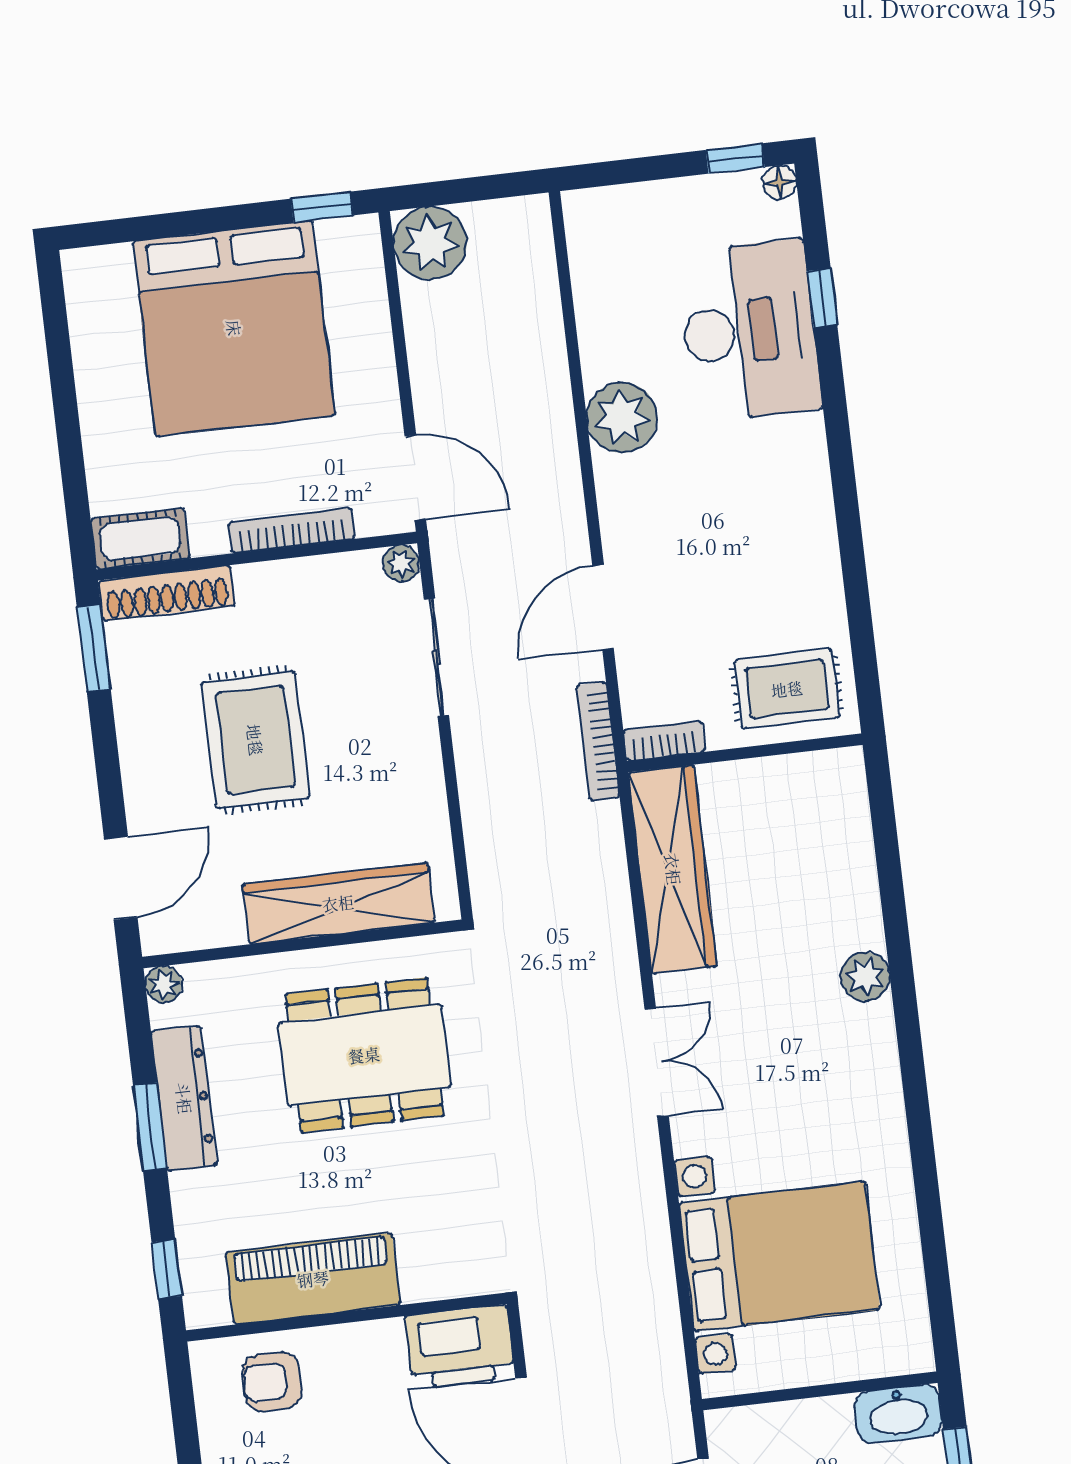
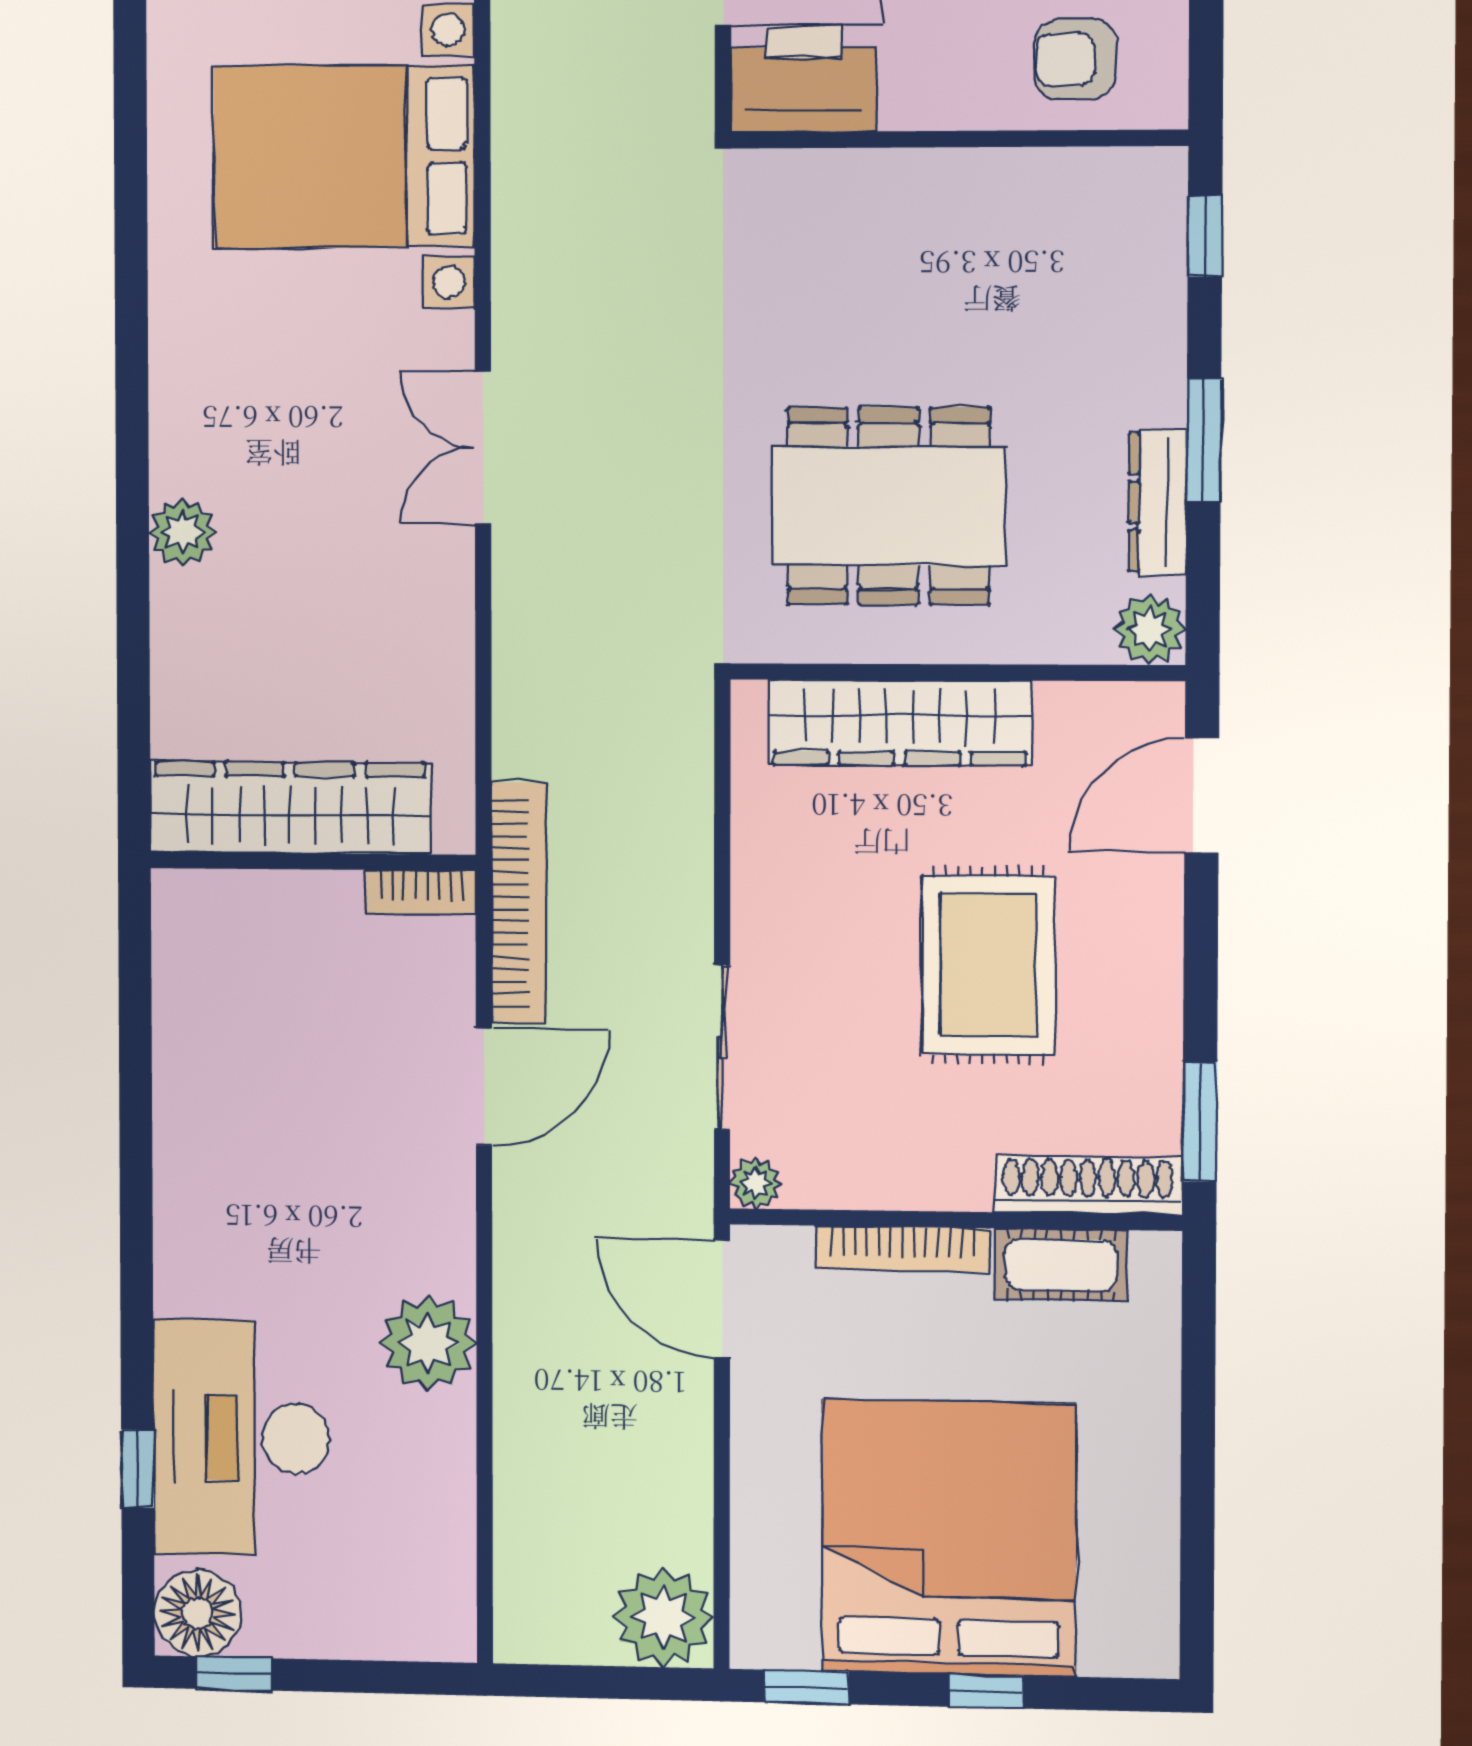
floor lamp: (780, 182) -> (198, 1613), width x1.89, depth x1.89
window: (194, 222) -> (986, 1691), added
cot: (140, 538) -> (1061, 1265), moved
rug: (787, 689) -> (245, 943), removed
bookcase: (598, 741) -> (519, 903), width x1.48, depth x1.31
wardrobe: (673, 869) -> (290, 808), moved, turned 90
plant: (164, 984) -> (1150, 629), width x1.38, depth x1.38
dresser: (184, 1098) -> (1158, 502), width x0.73, depth x0.80
piano: (313, 1279) -> (999, 199), removed
armchair: (272, 1382) -> (1075, 59), turned 180

